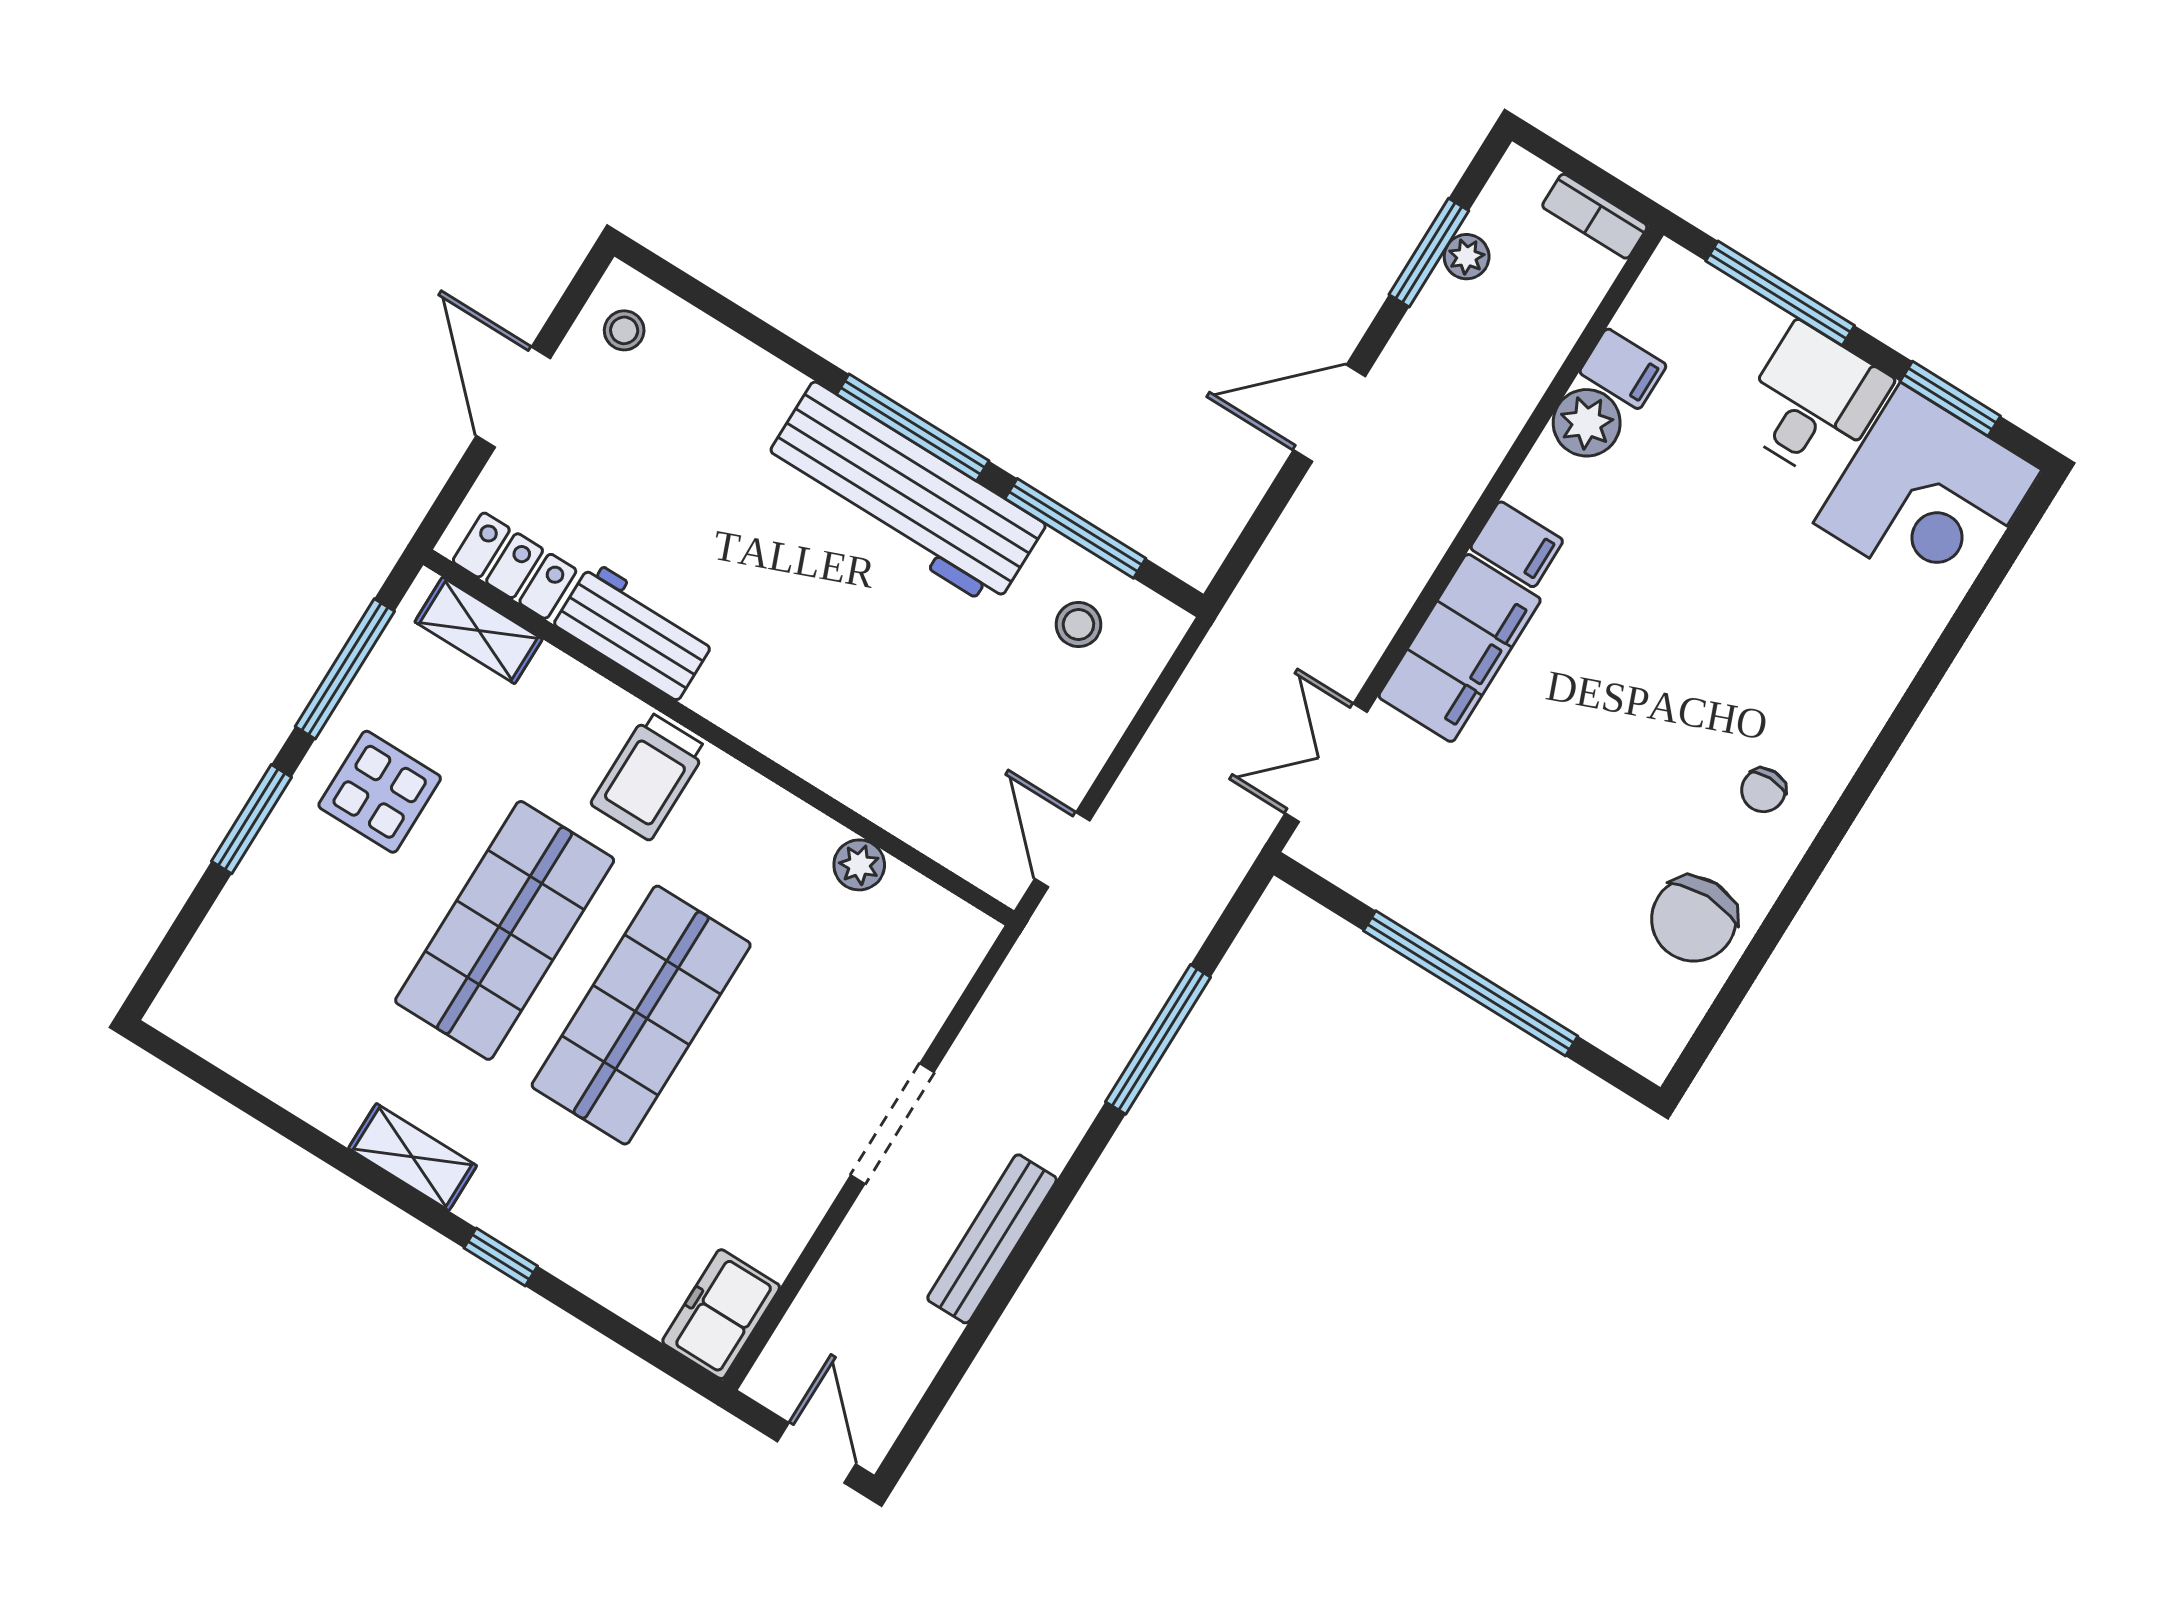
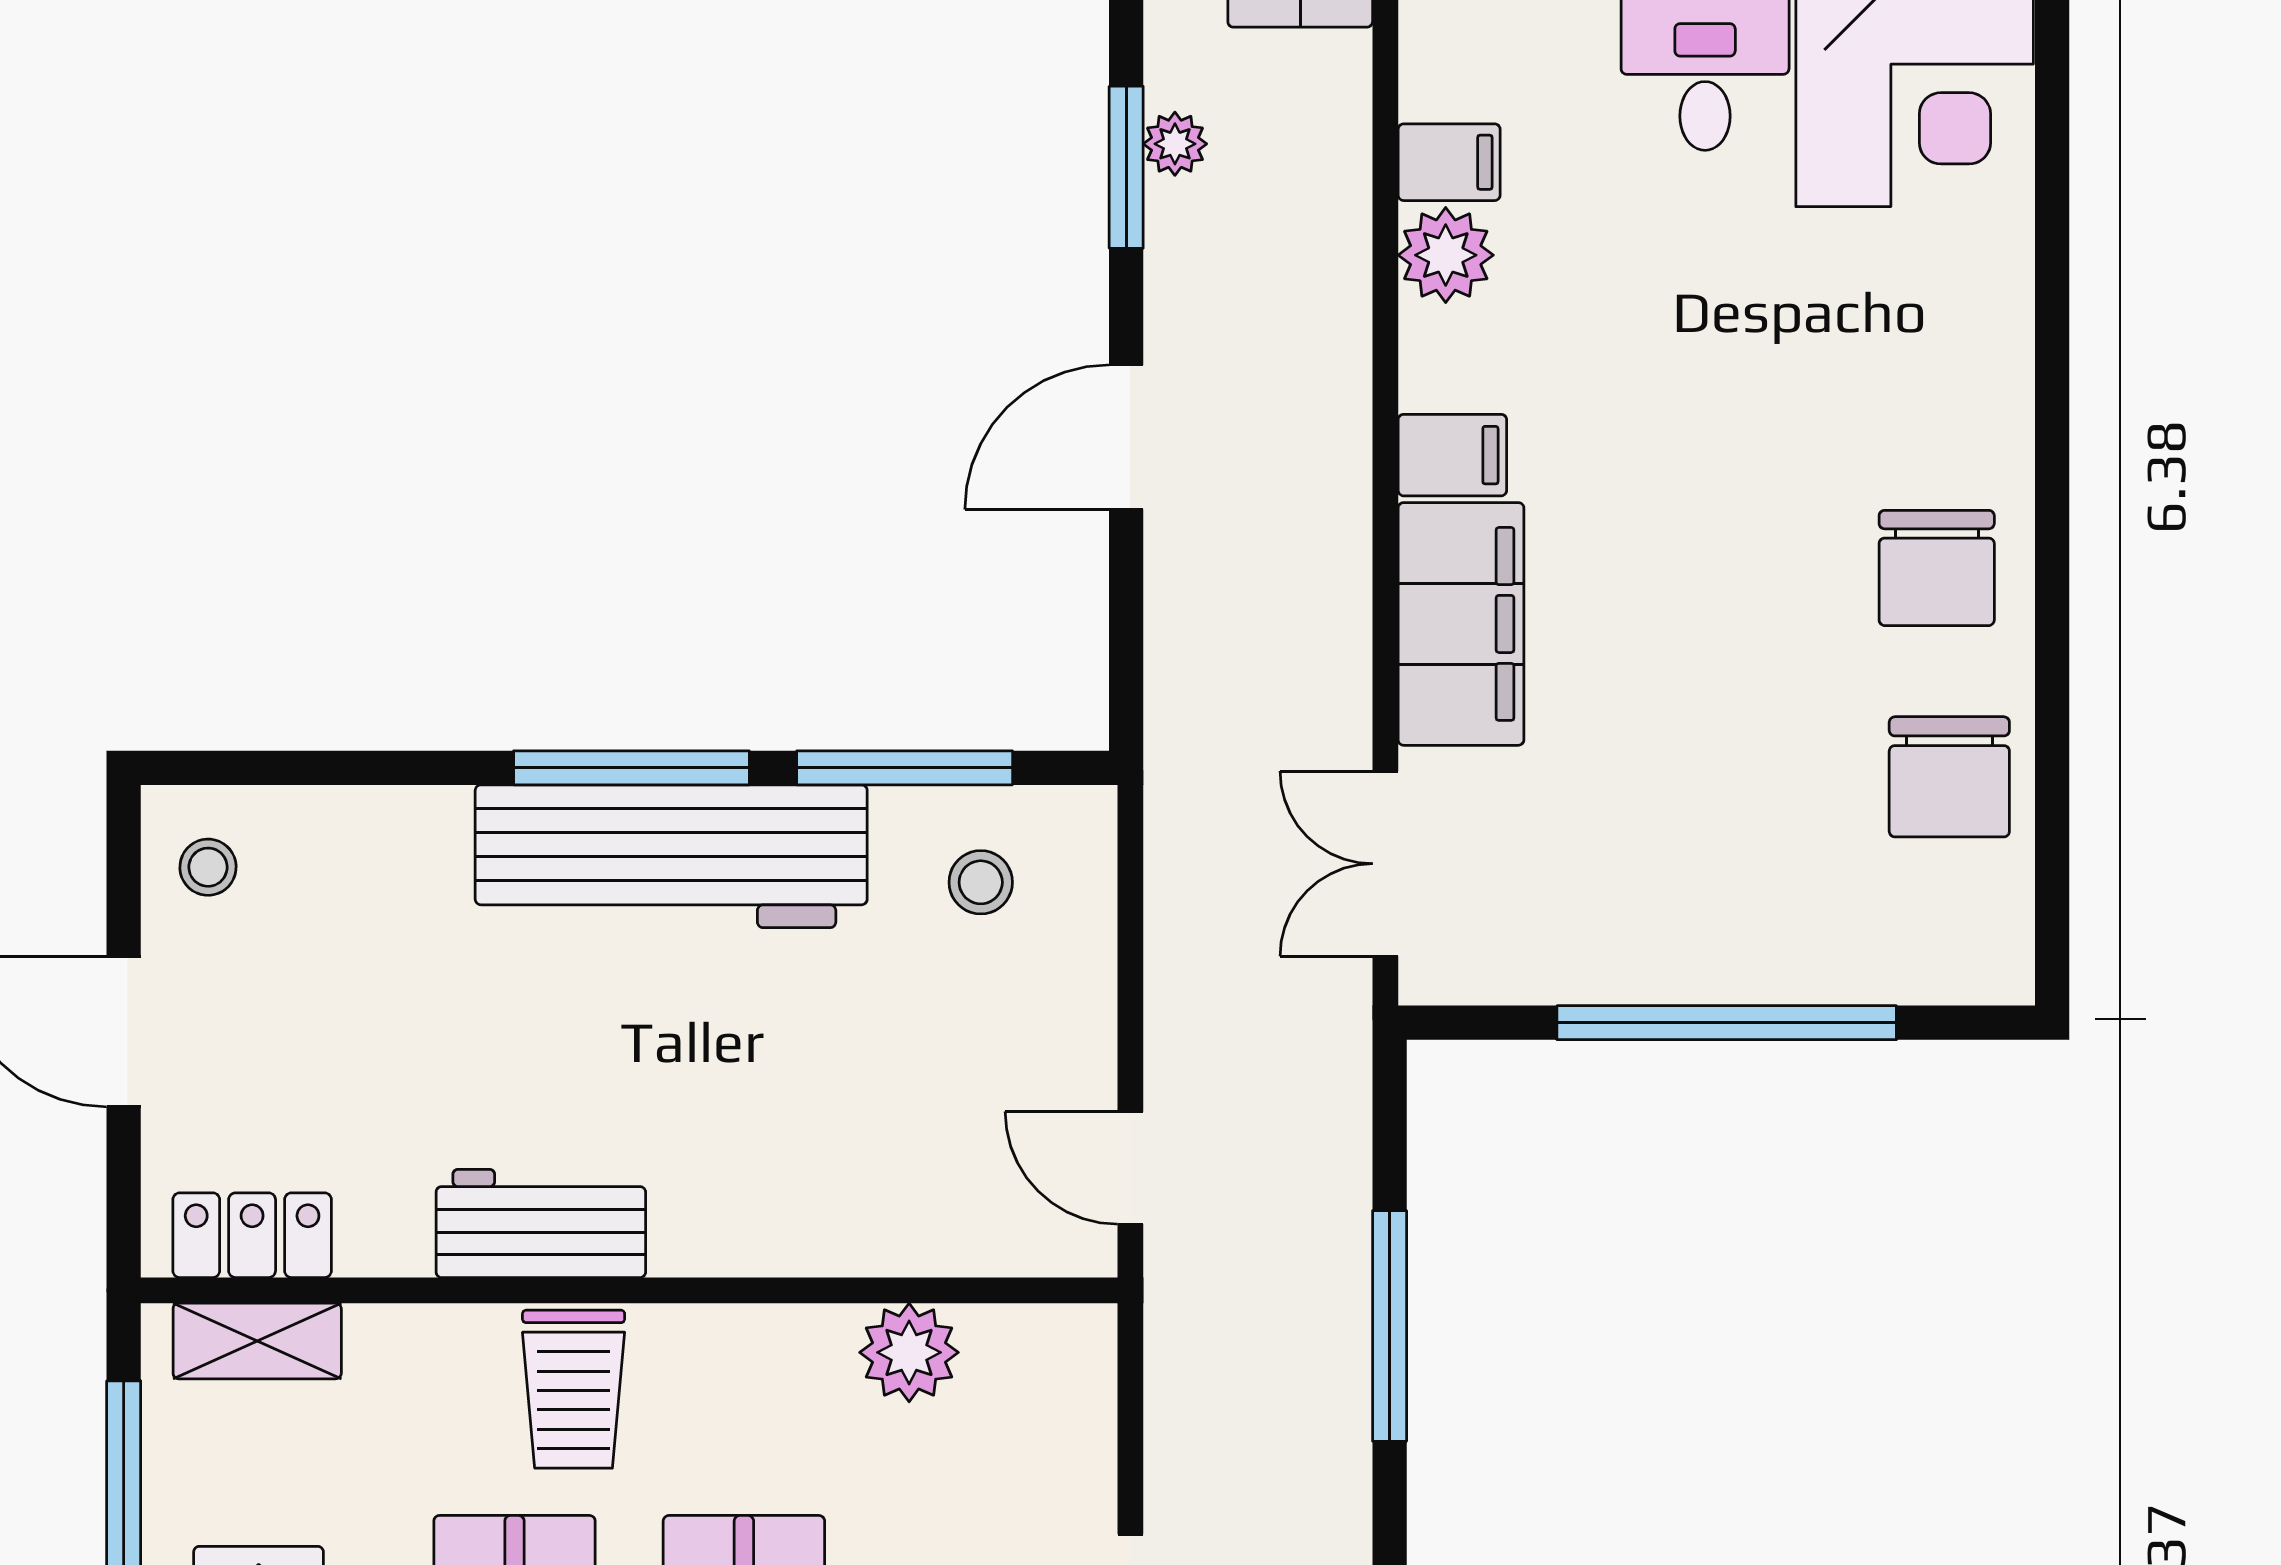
workbench: (635, 631) -> (541, 1223), moved
chair: (1763, 790) -> (1937, 568), width x1.87, depth x1.87
plant: (859, 865) -> (909, 1352), width x1.38, depth x1.38

